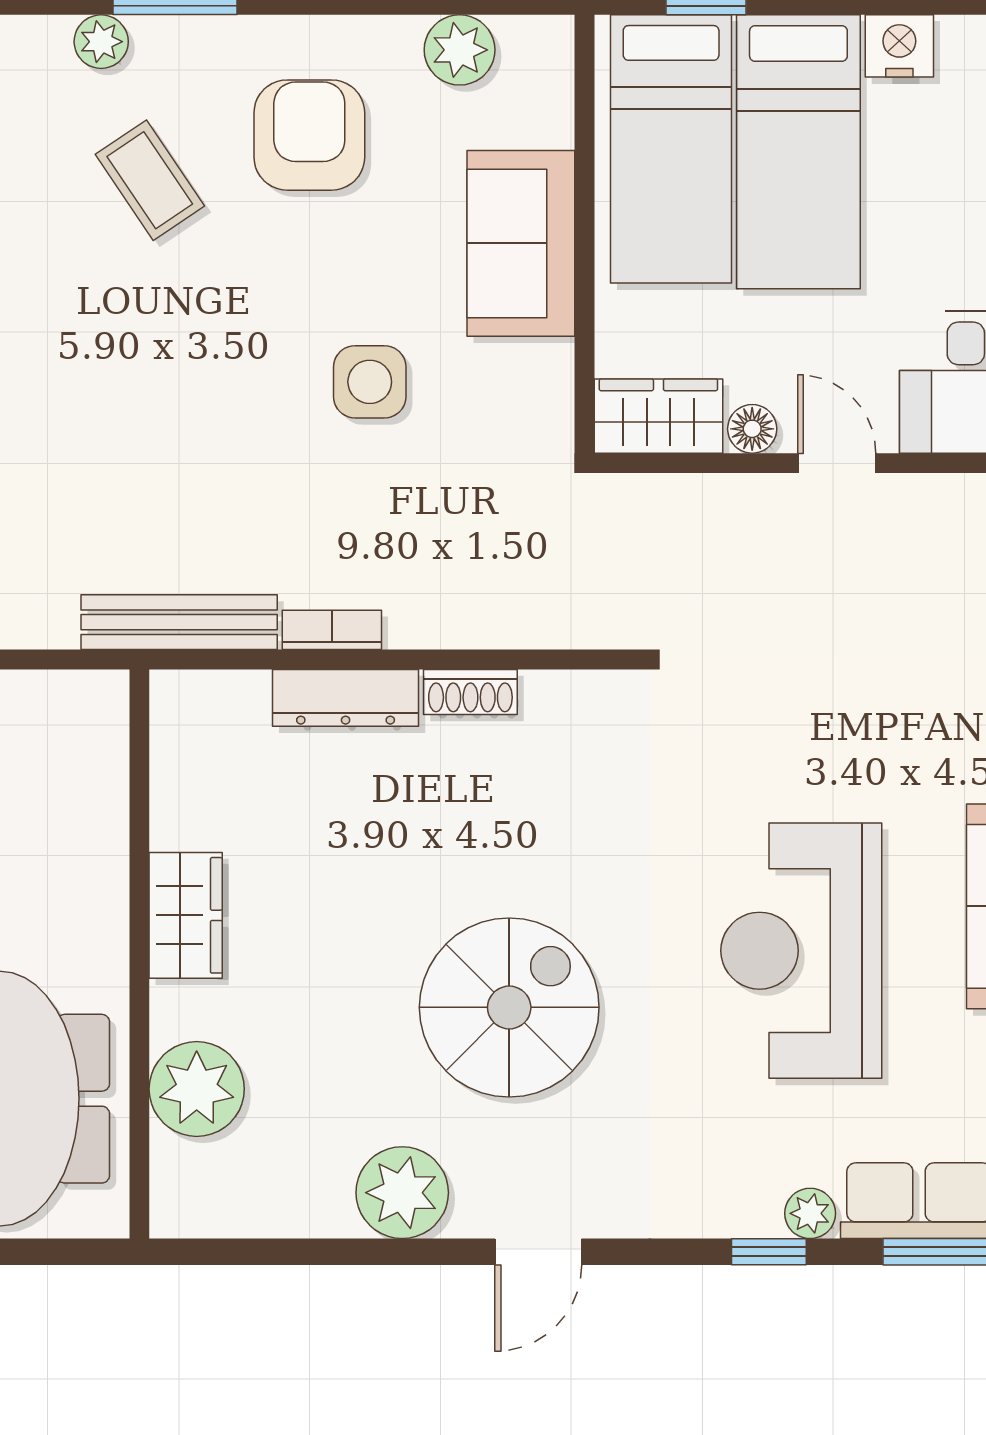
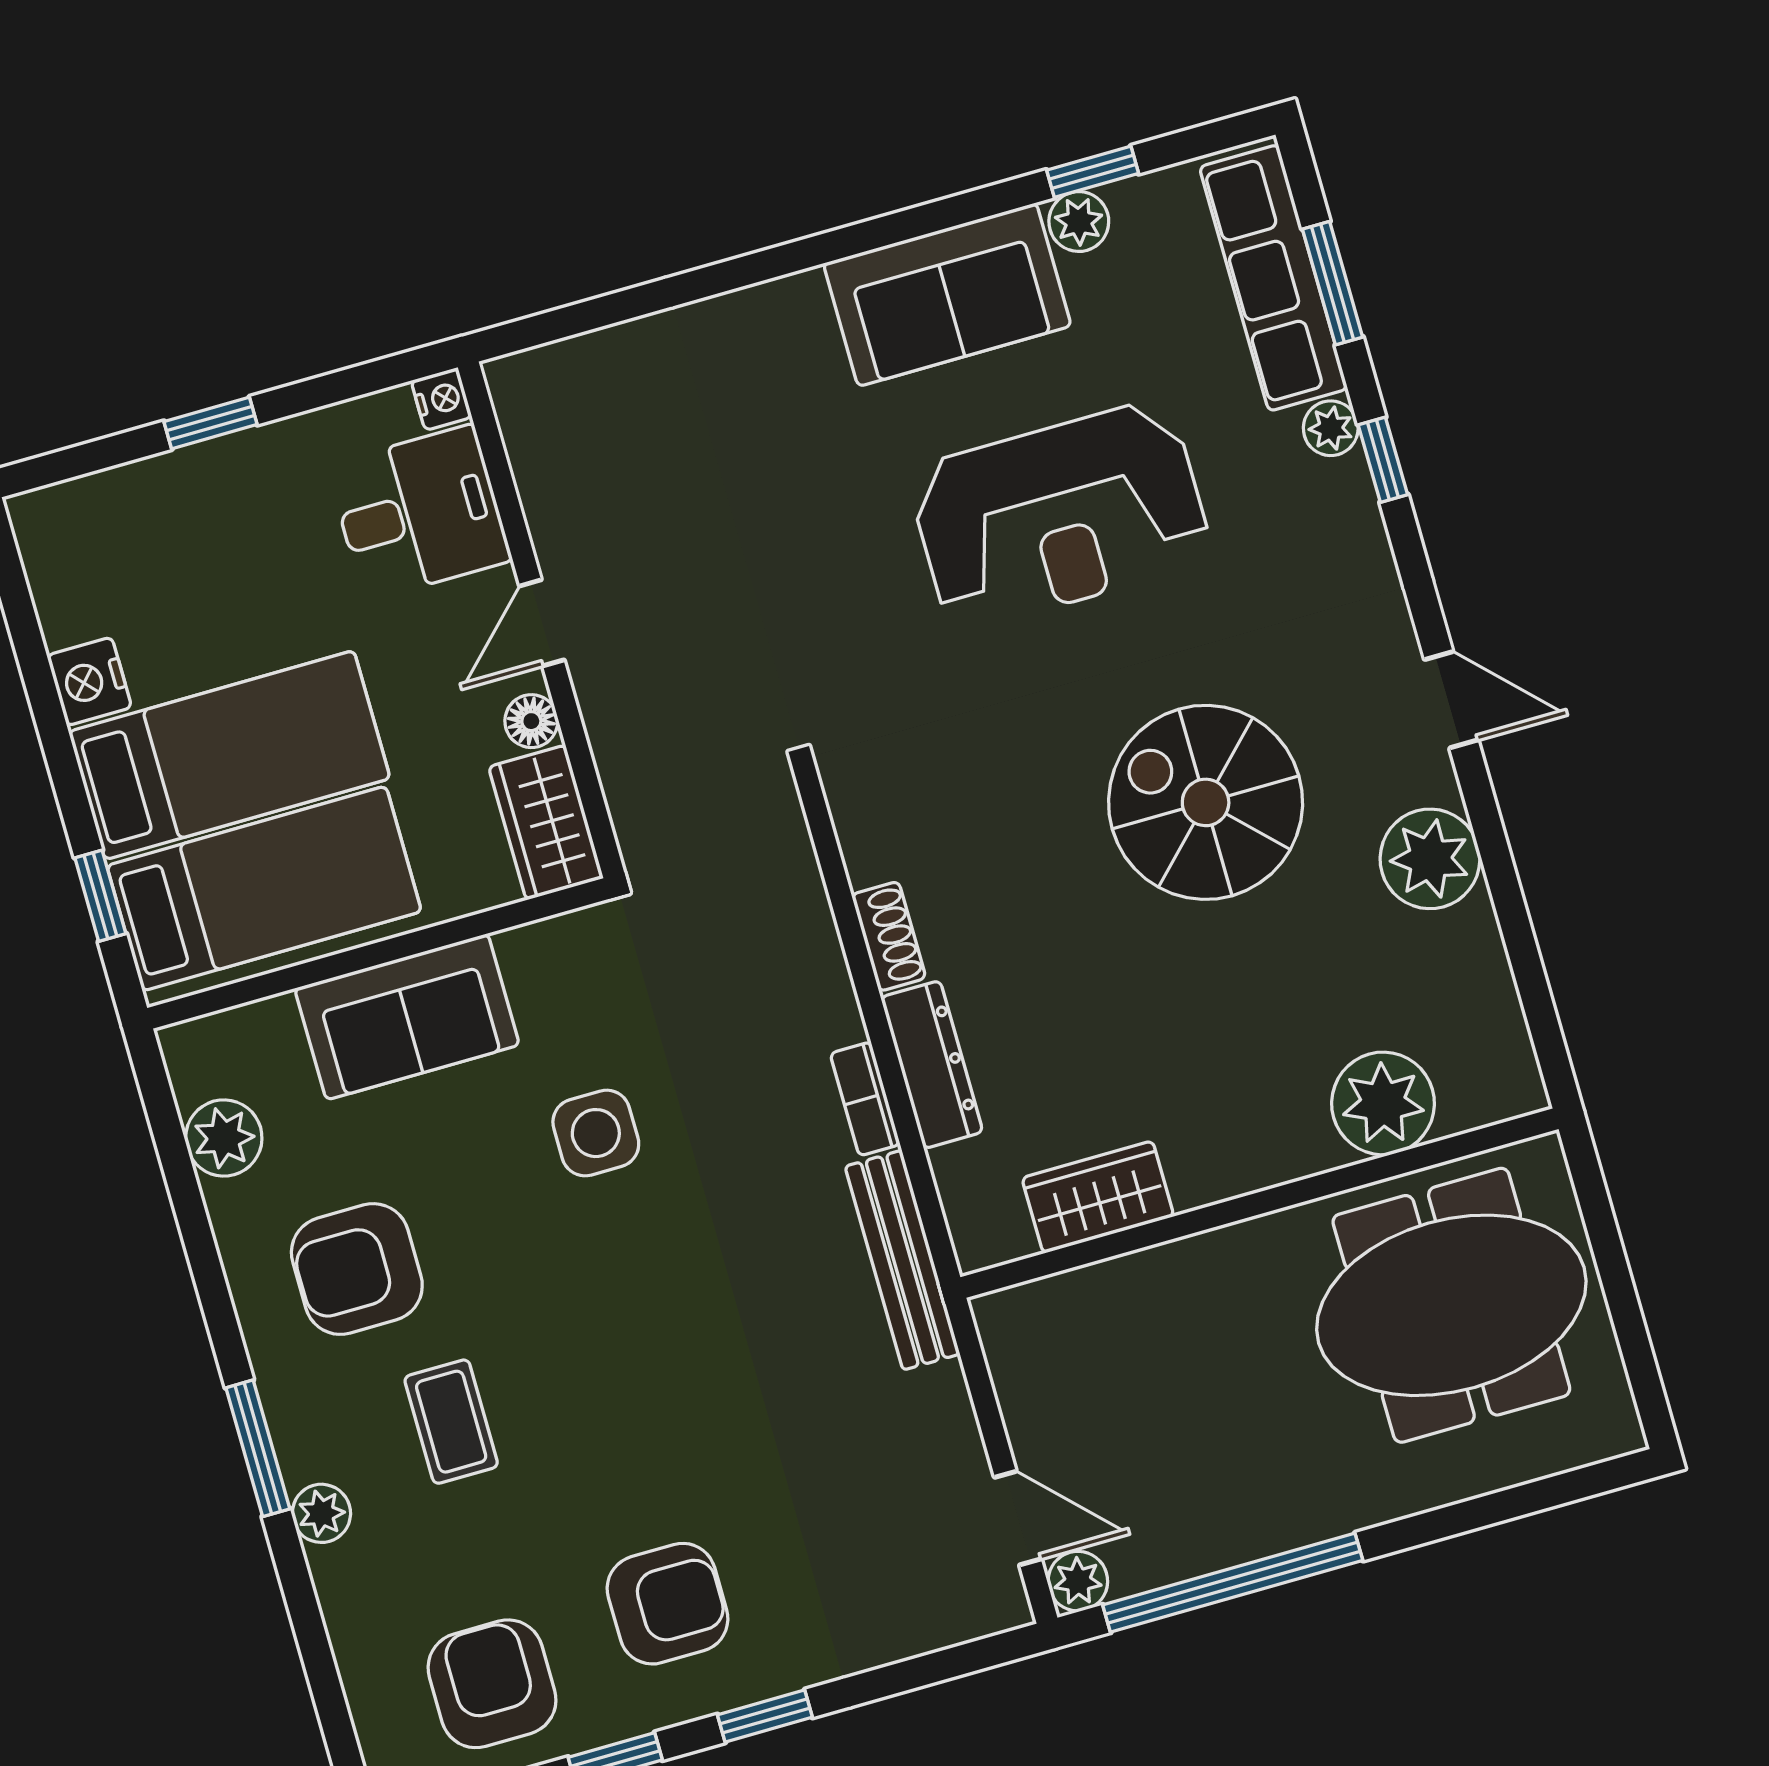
coffee table: (150, 180) -> (451, 1422), turned -56
wardrobe: (186, 915) -> (1098, 1197), moved

